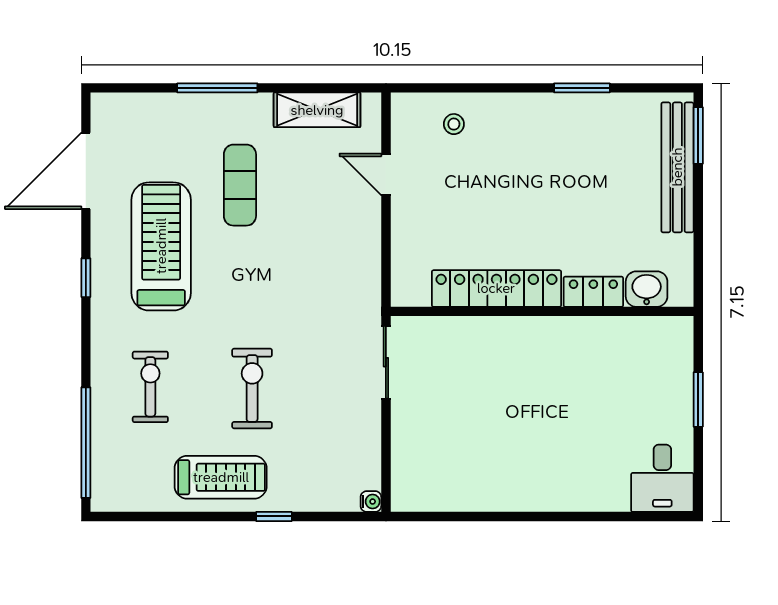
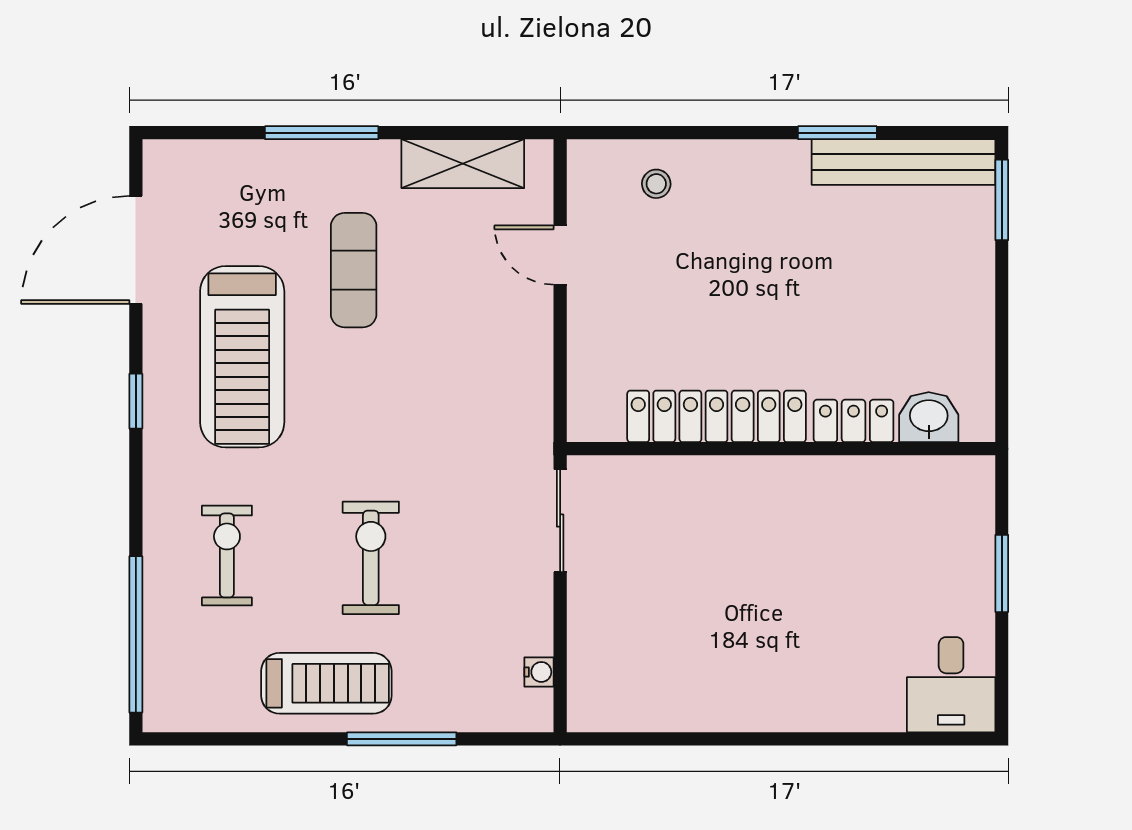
bench: (677, 167) -> (903, 162), moved, turned 90
treadmill: (161, 246) -> (242, 357), turned 180
water cooler: (371, 502) -> (539, 672), moved
window: (274, 516) -> (402, 739), width x2.17

